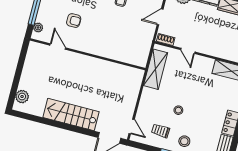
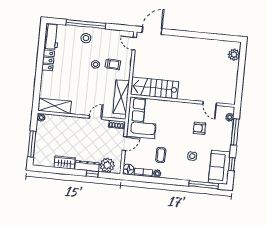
corner sofa: (136, 42) -> (142, 118), added
door: (188, 51) -> (95, 118), hinge flipped
stairs: (71, 115) -> (154, 88), moved, turned 180
trolley: (161, 131) -> (113, 64), moved

